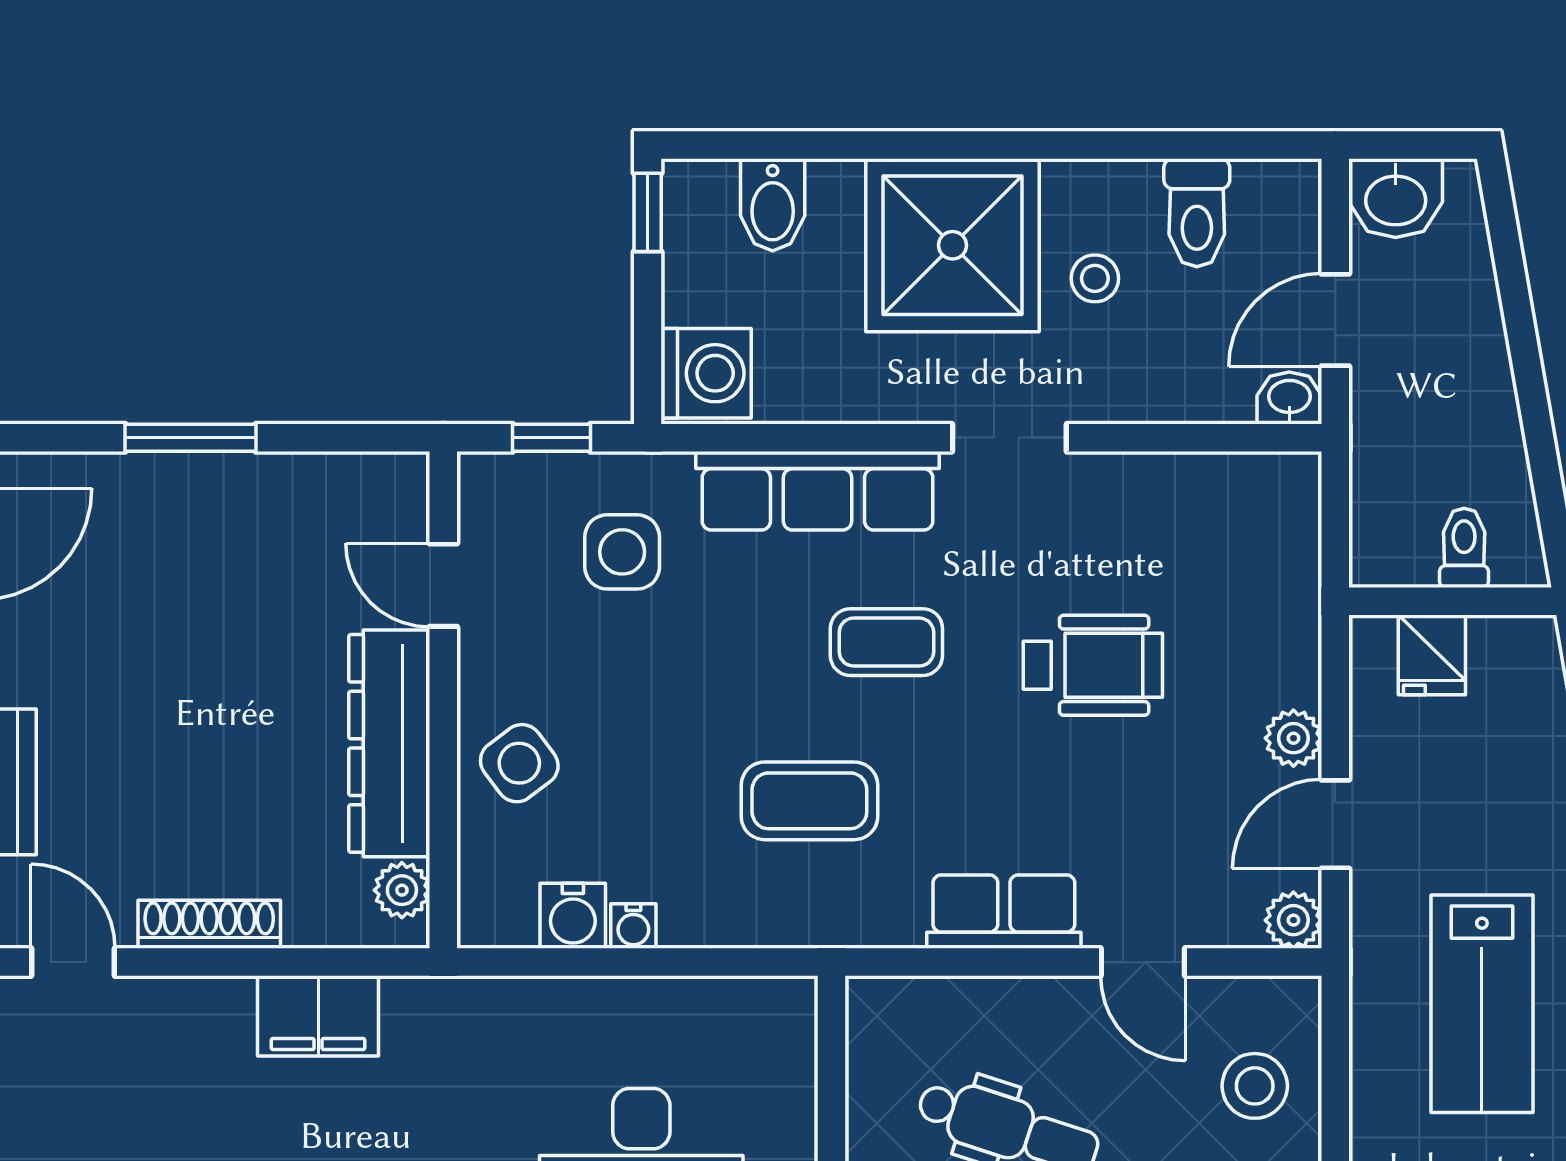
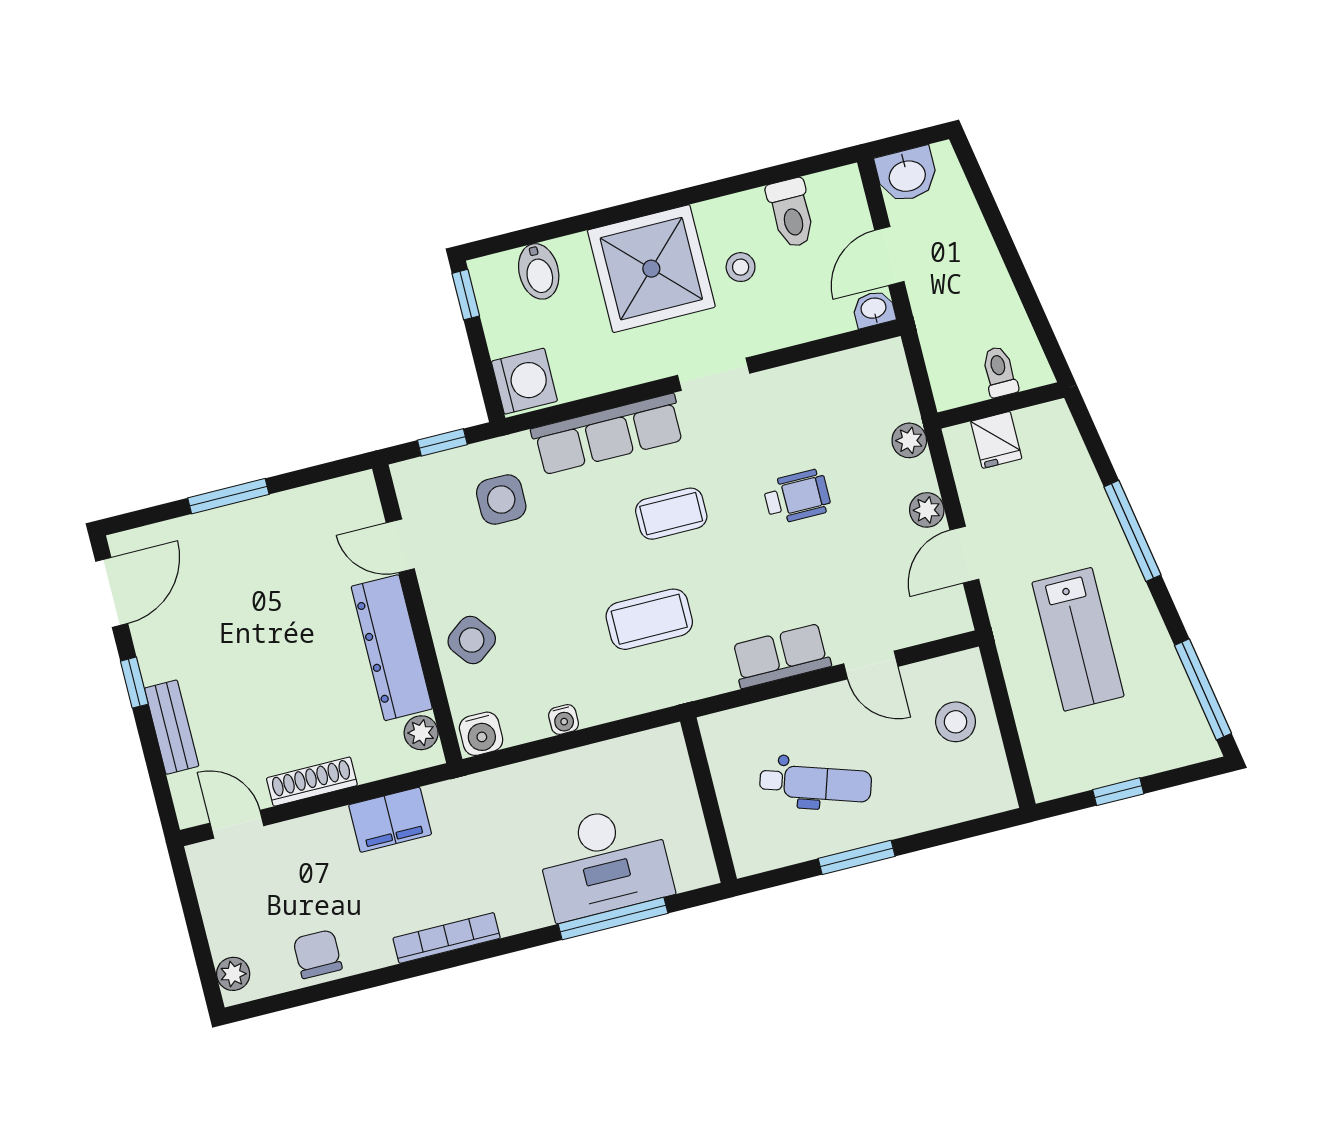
wheelchair: (1093, 665) -> (797, 497), width x0.73, depth x0.73
water cooler: (573, 916) -> (481, 734), moved
plant: (1293, 920) -> (909, 440), moved

